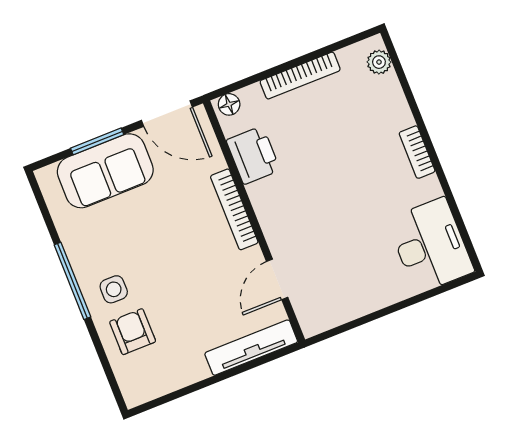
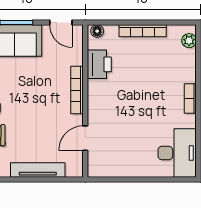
door: (167, 114) -> (61, 23), width x0.73
tv unit: (251, 348) -> (38, 170), moved

